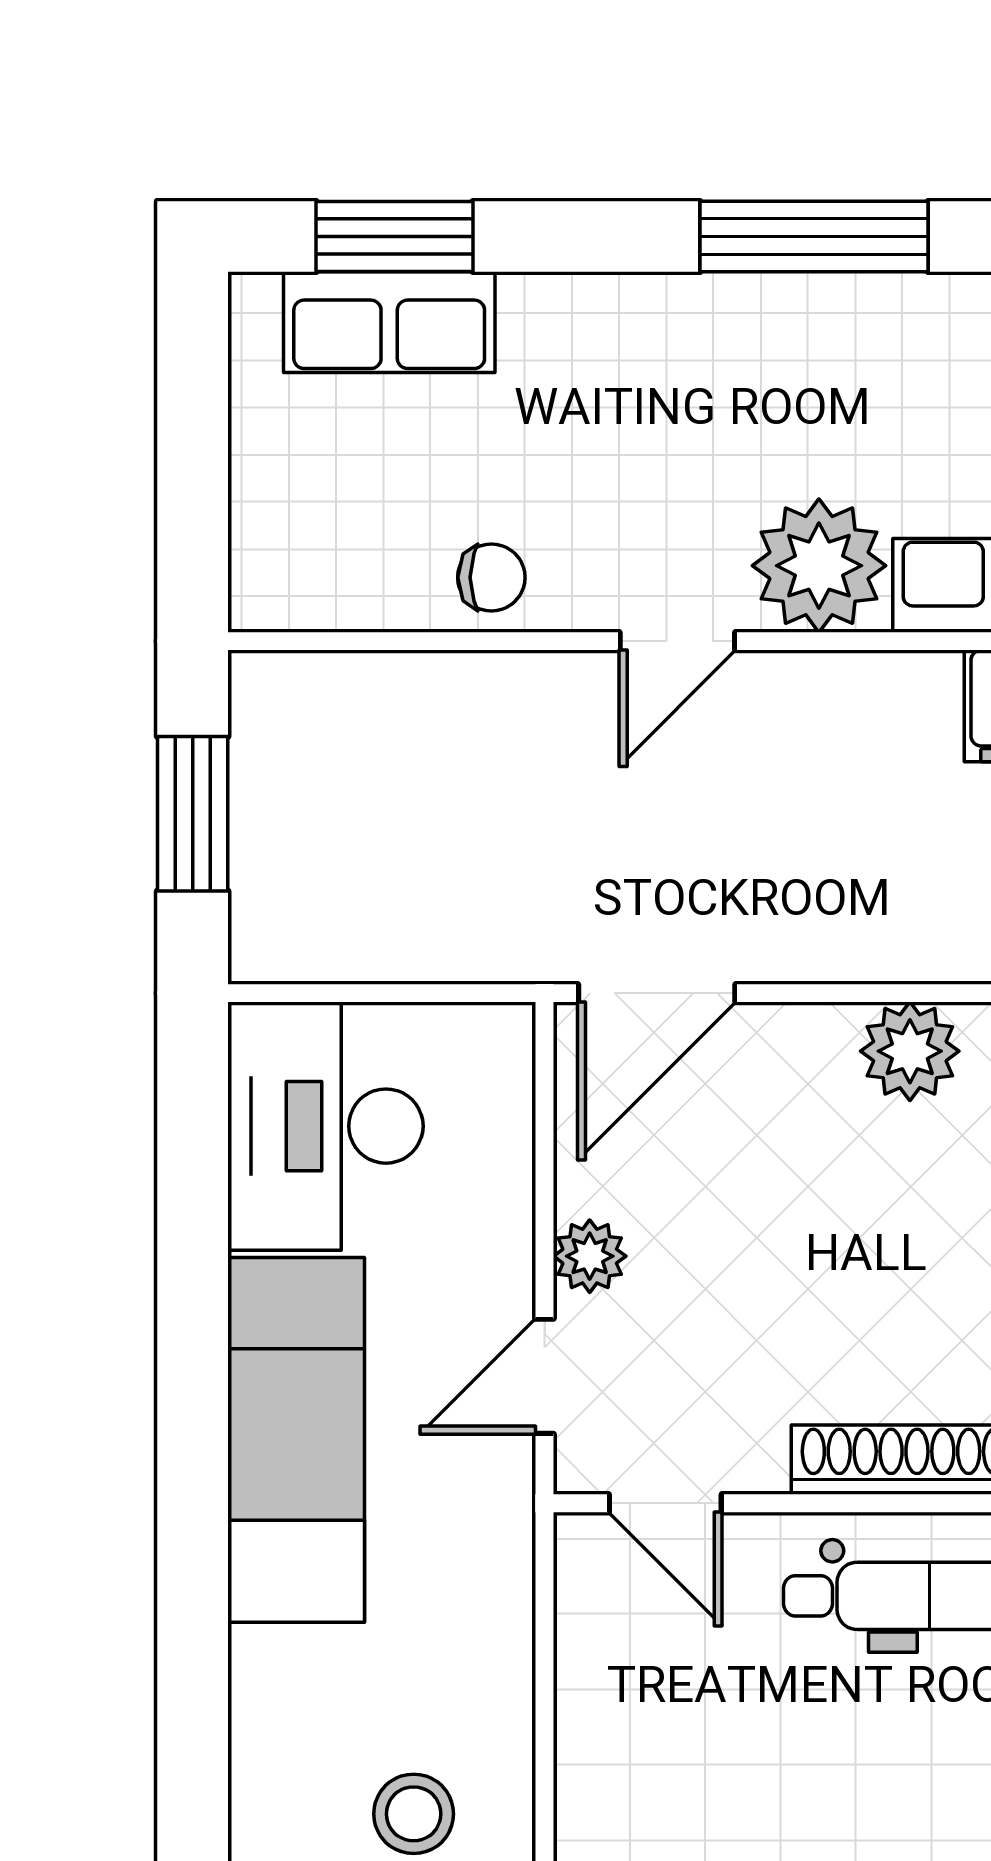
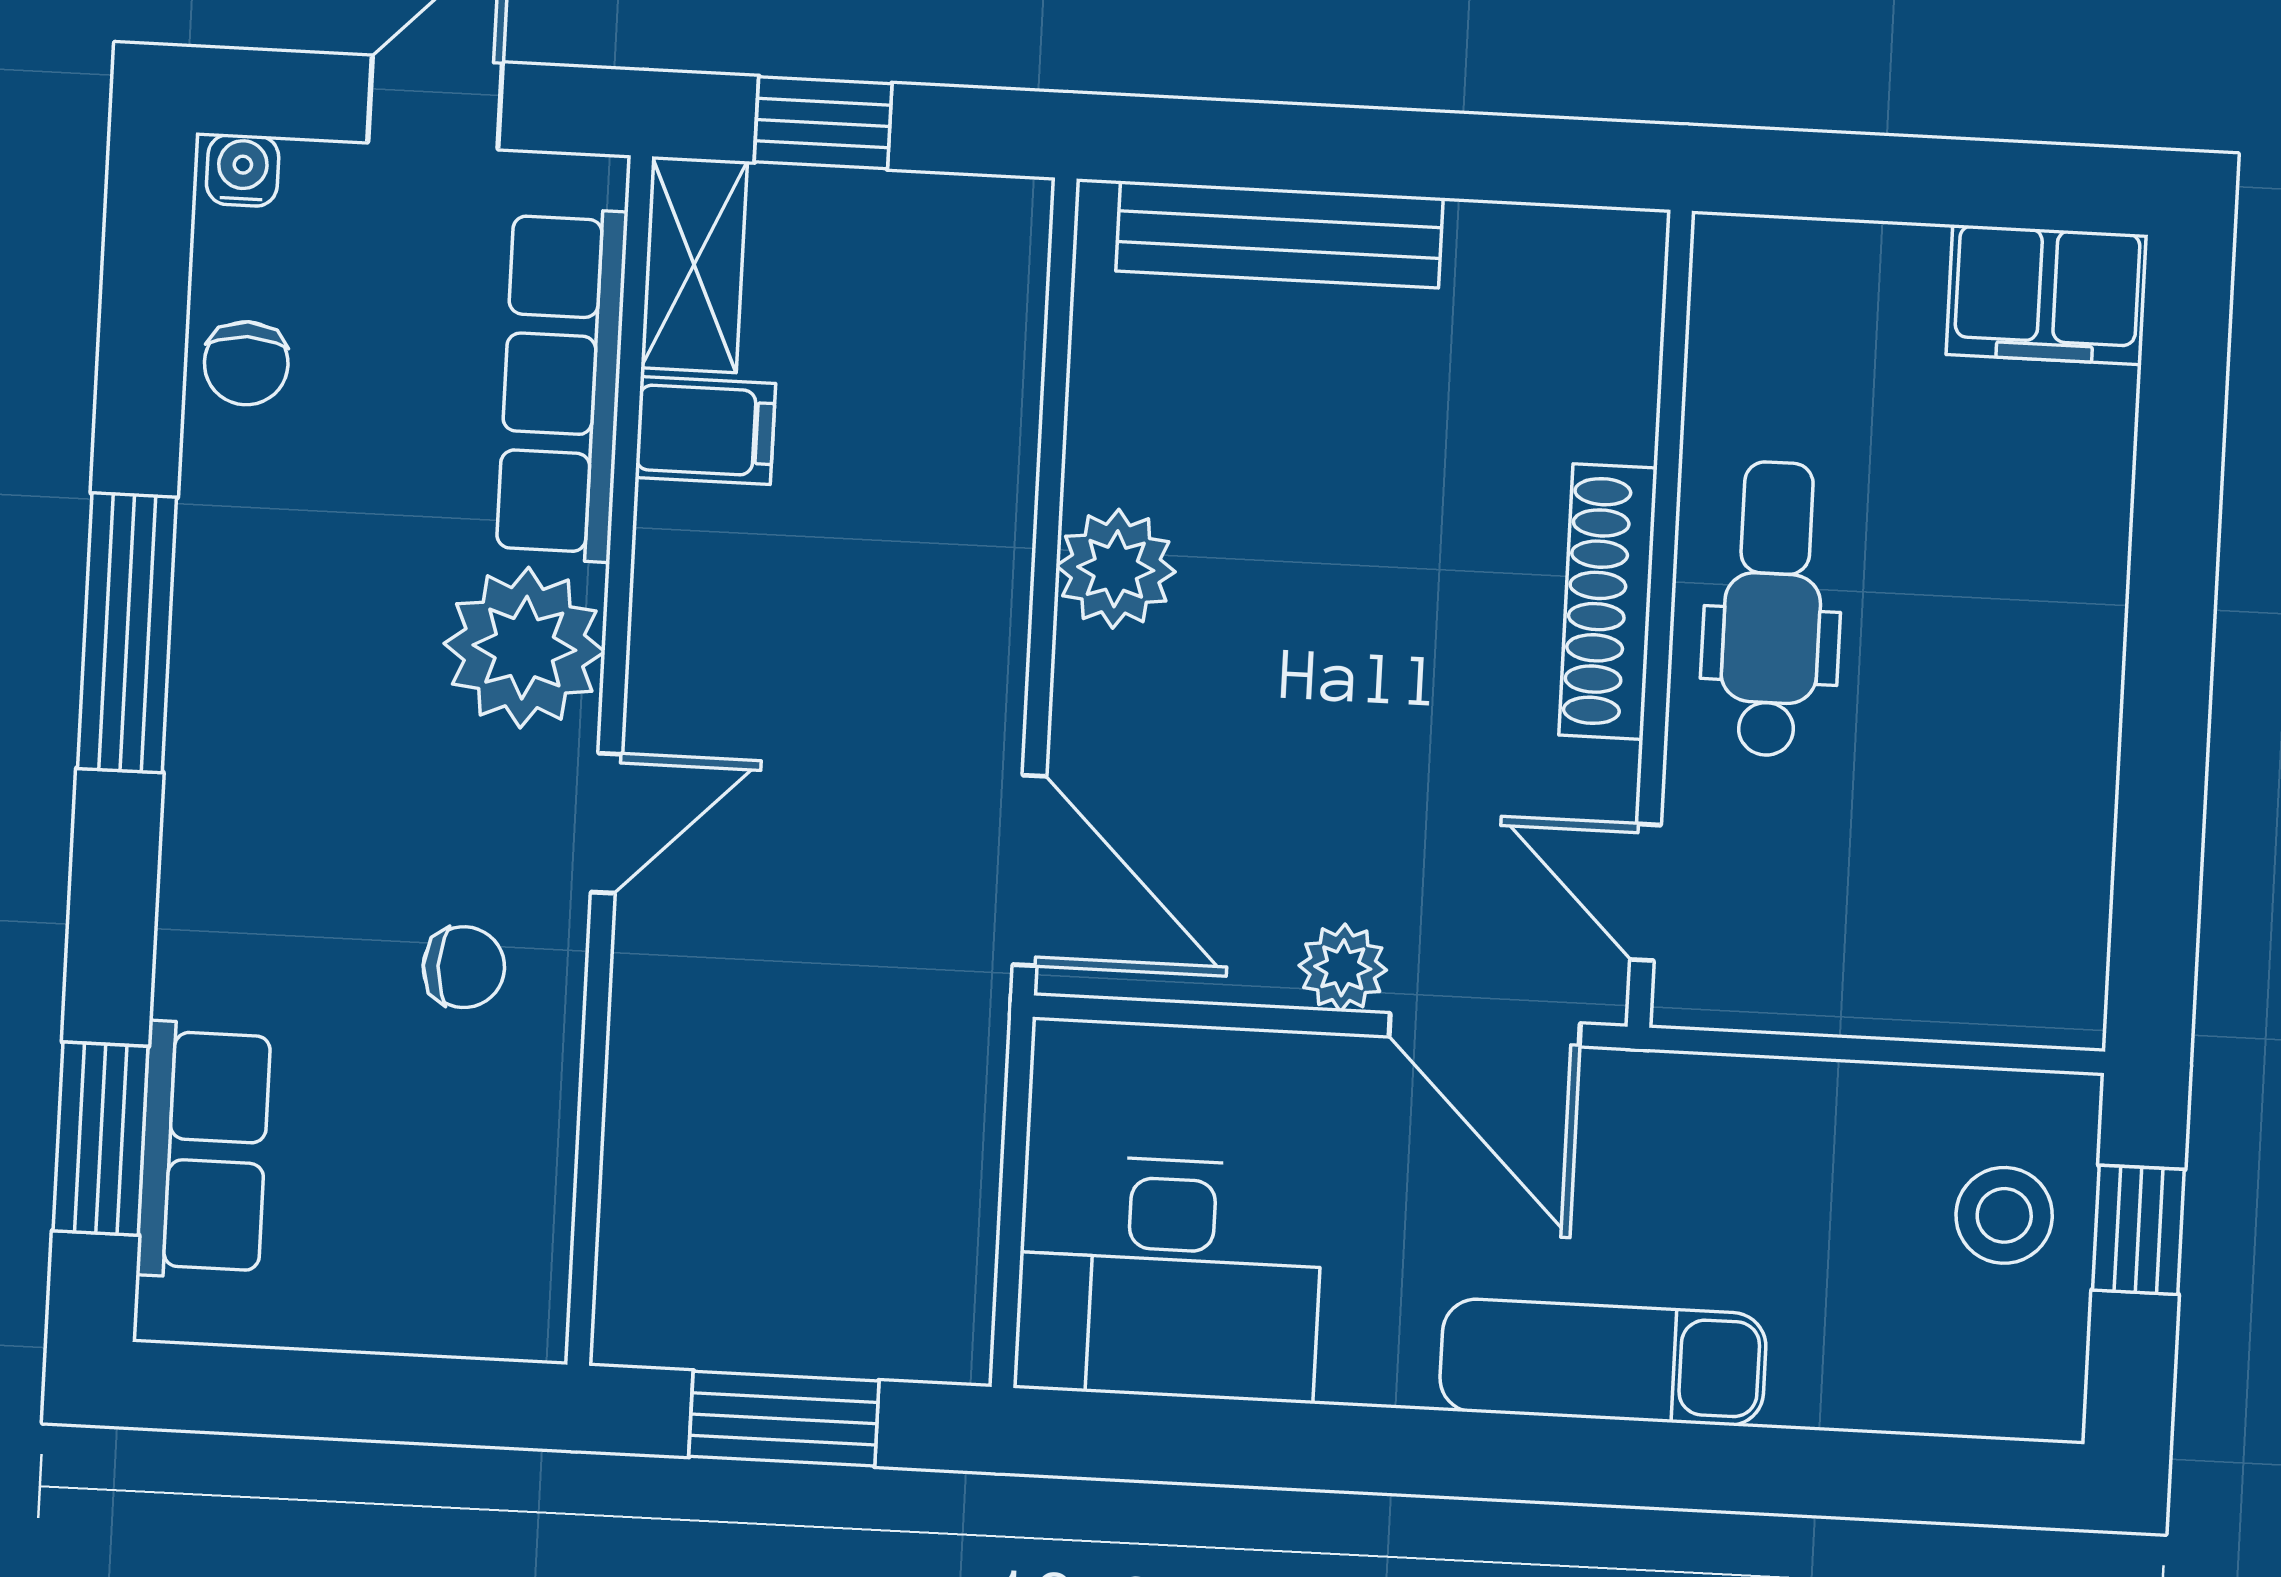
chair: (491, 577) -> (464, 967), moved, turned 90
door: (677, 641) -> (606, 823), hinge flipped
door: (545, 1376) -> (1485, 1030), width x1.38
exam couch: (296, 1440) -> (1603, 1362), width x0.73, depth x0.69
door: (665, 1503) -> (1645, 892), swing flipped

